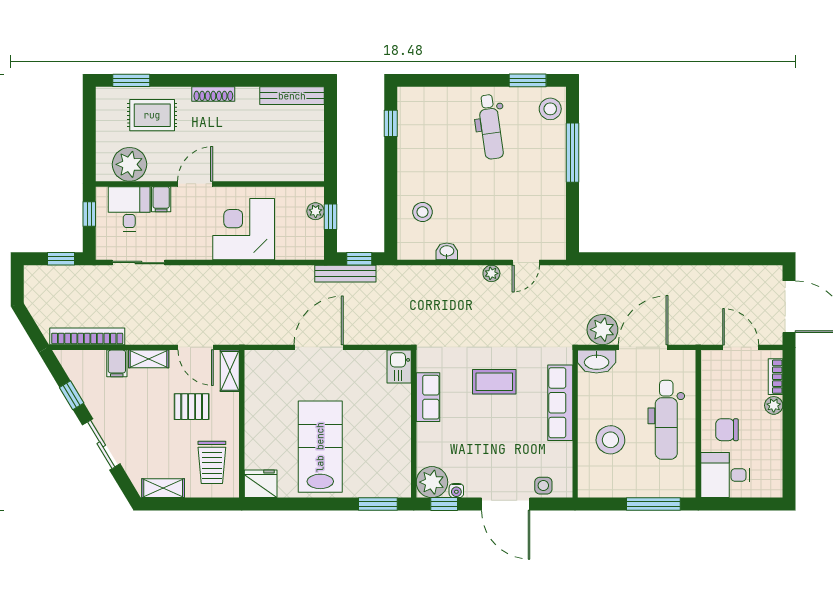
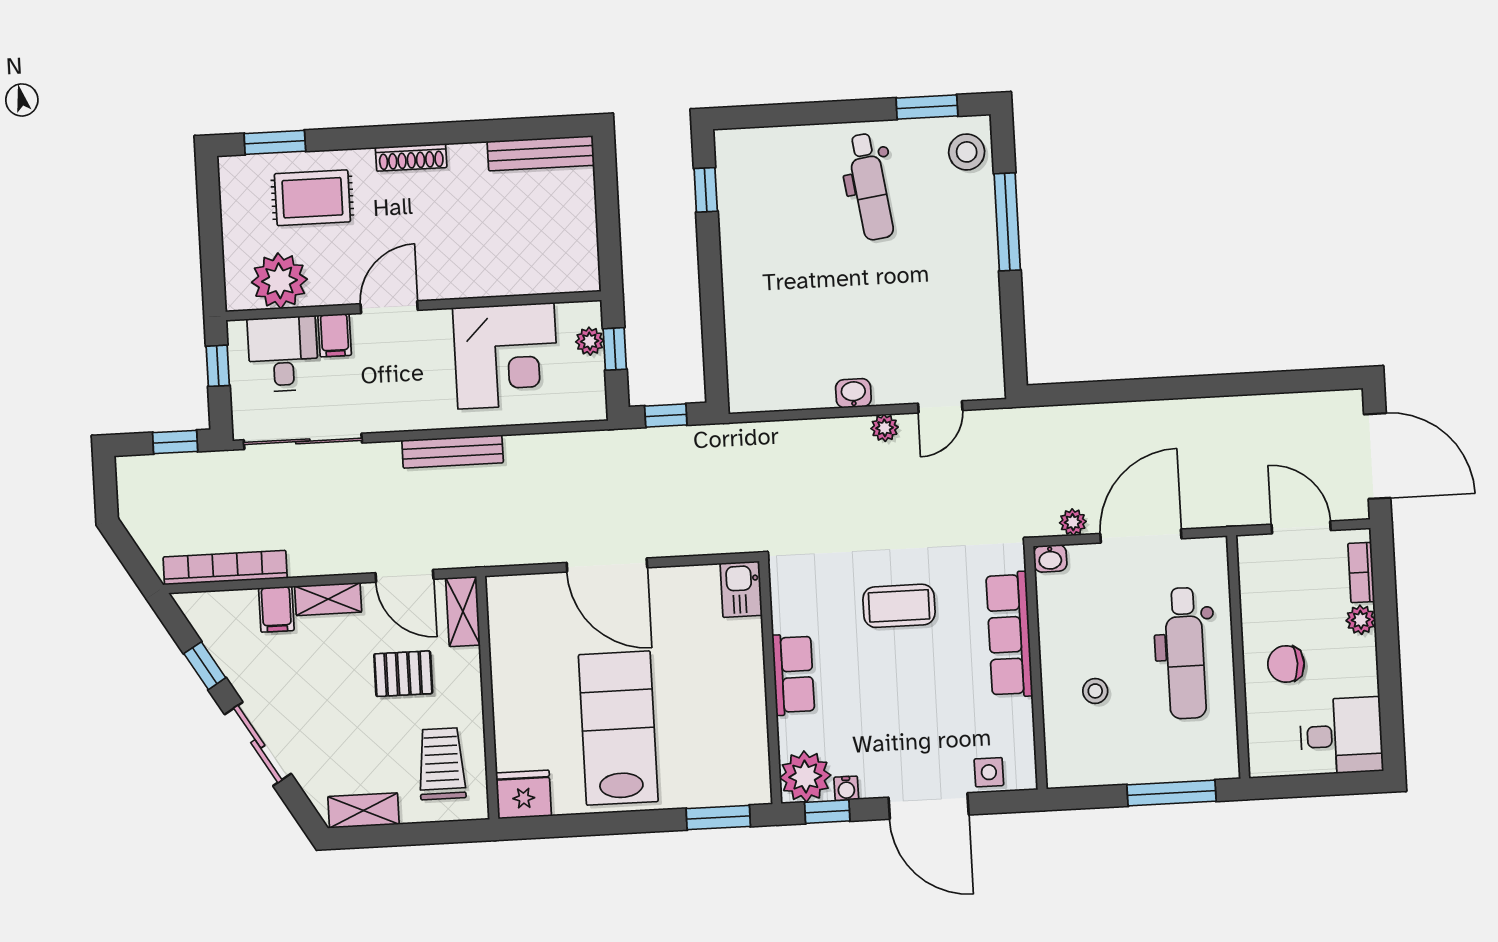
stool: (423, 212) -> (766, 333), removed
corner desk: (244, 229) -> (506, 356), moved, turned 180
washbasin: (447, 251) -> (853, 393), moved
sliding door: (138, 263) -> (303, 441), width x1.37
bench: (345, 274) -> (453, 452), moved
plant: (602, 330) -> (1073, 522), width x0.53, depth x0.53
door: (319, 347) -> (607, 565), swing flipped
washbasin: (597, 362) -> (1050, 558), width x0.52, depth x0.69
row of seats: (428, 397) -> (793, 674), moved
stool: (610, 440) -> (1095, 691), width x0.53, depth x0.53
trolley: (212, 462) -> (442, 764), turned 180
desk: (725, 475) -> (1341, 736), moved, turned 180

